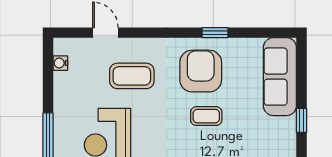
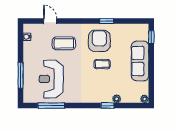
sofa: (280, 77) -> (140, 61), moved
window: (302, 120) -> (151, 37), moved

